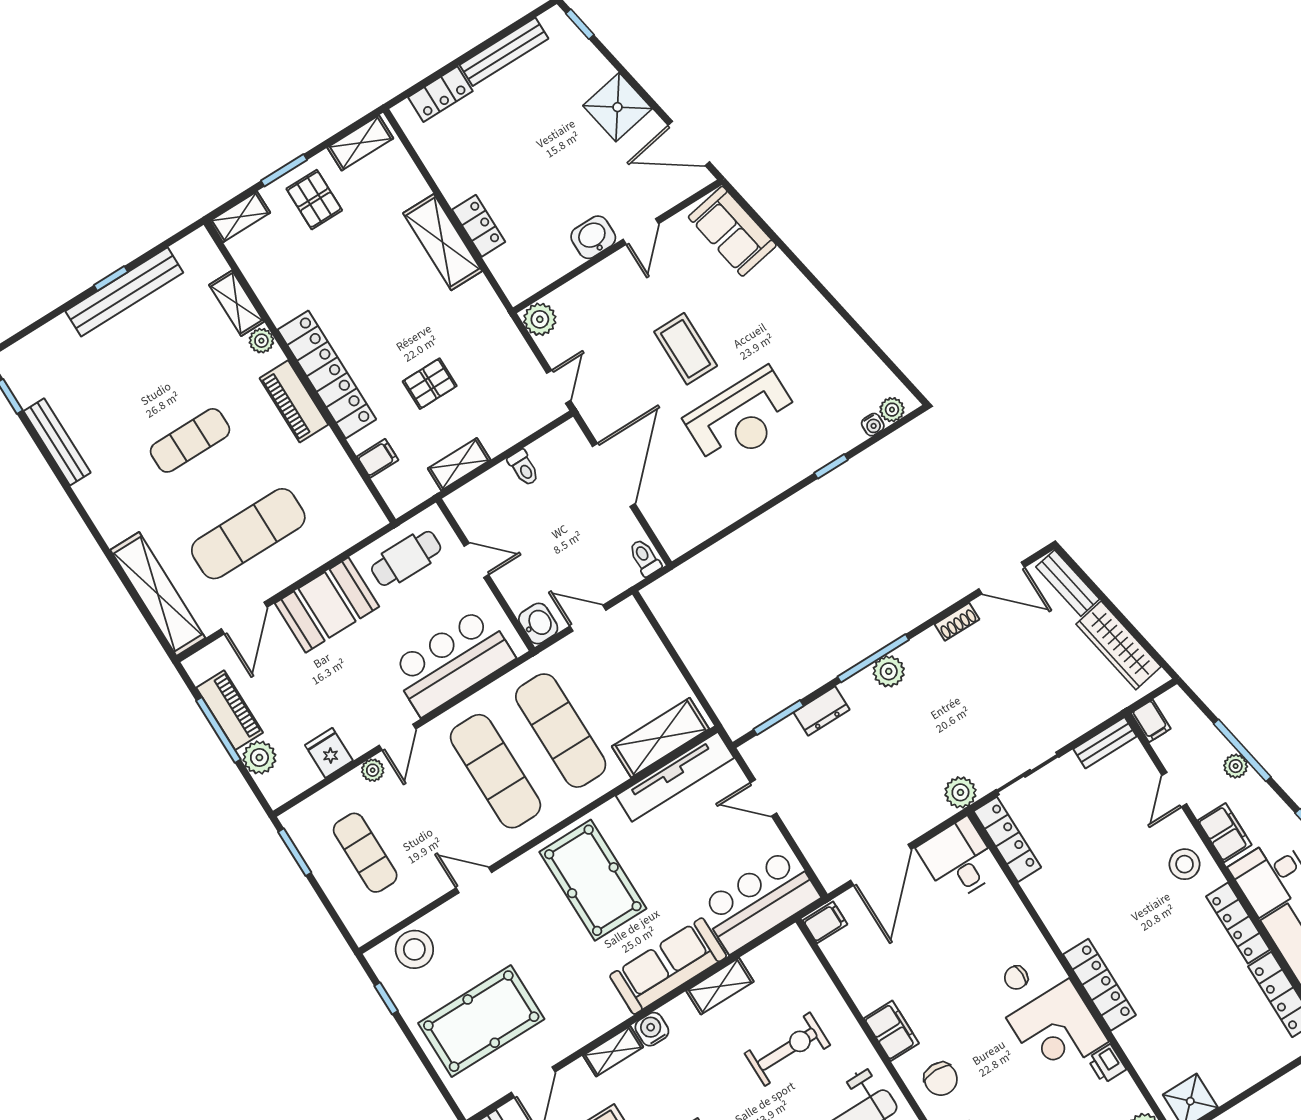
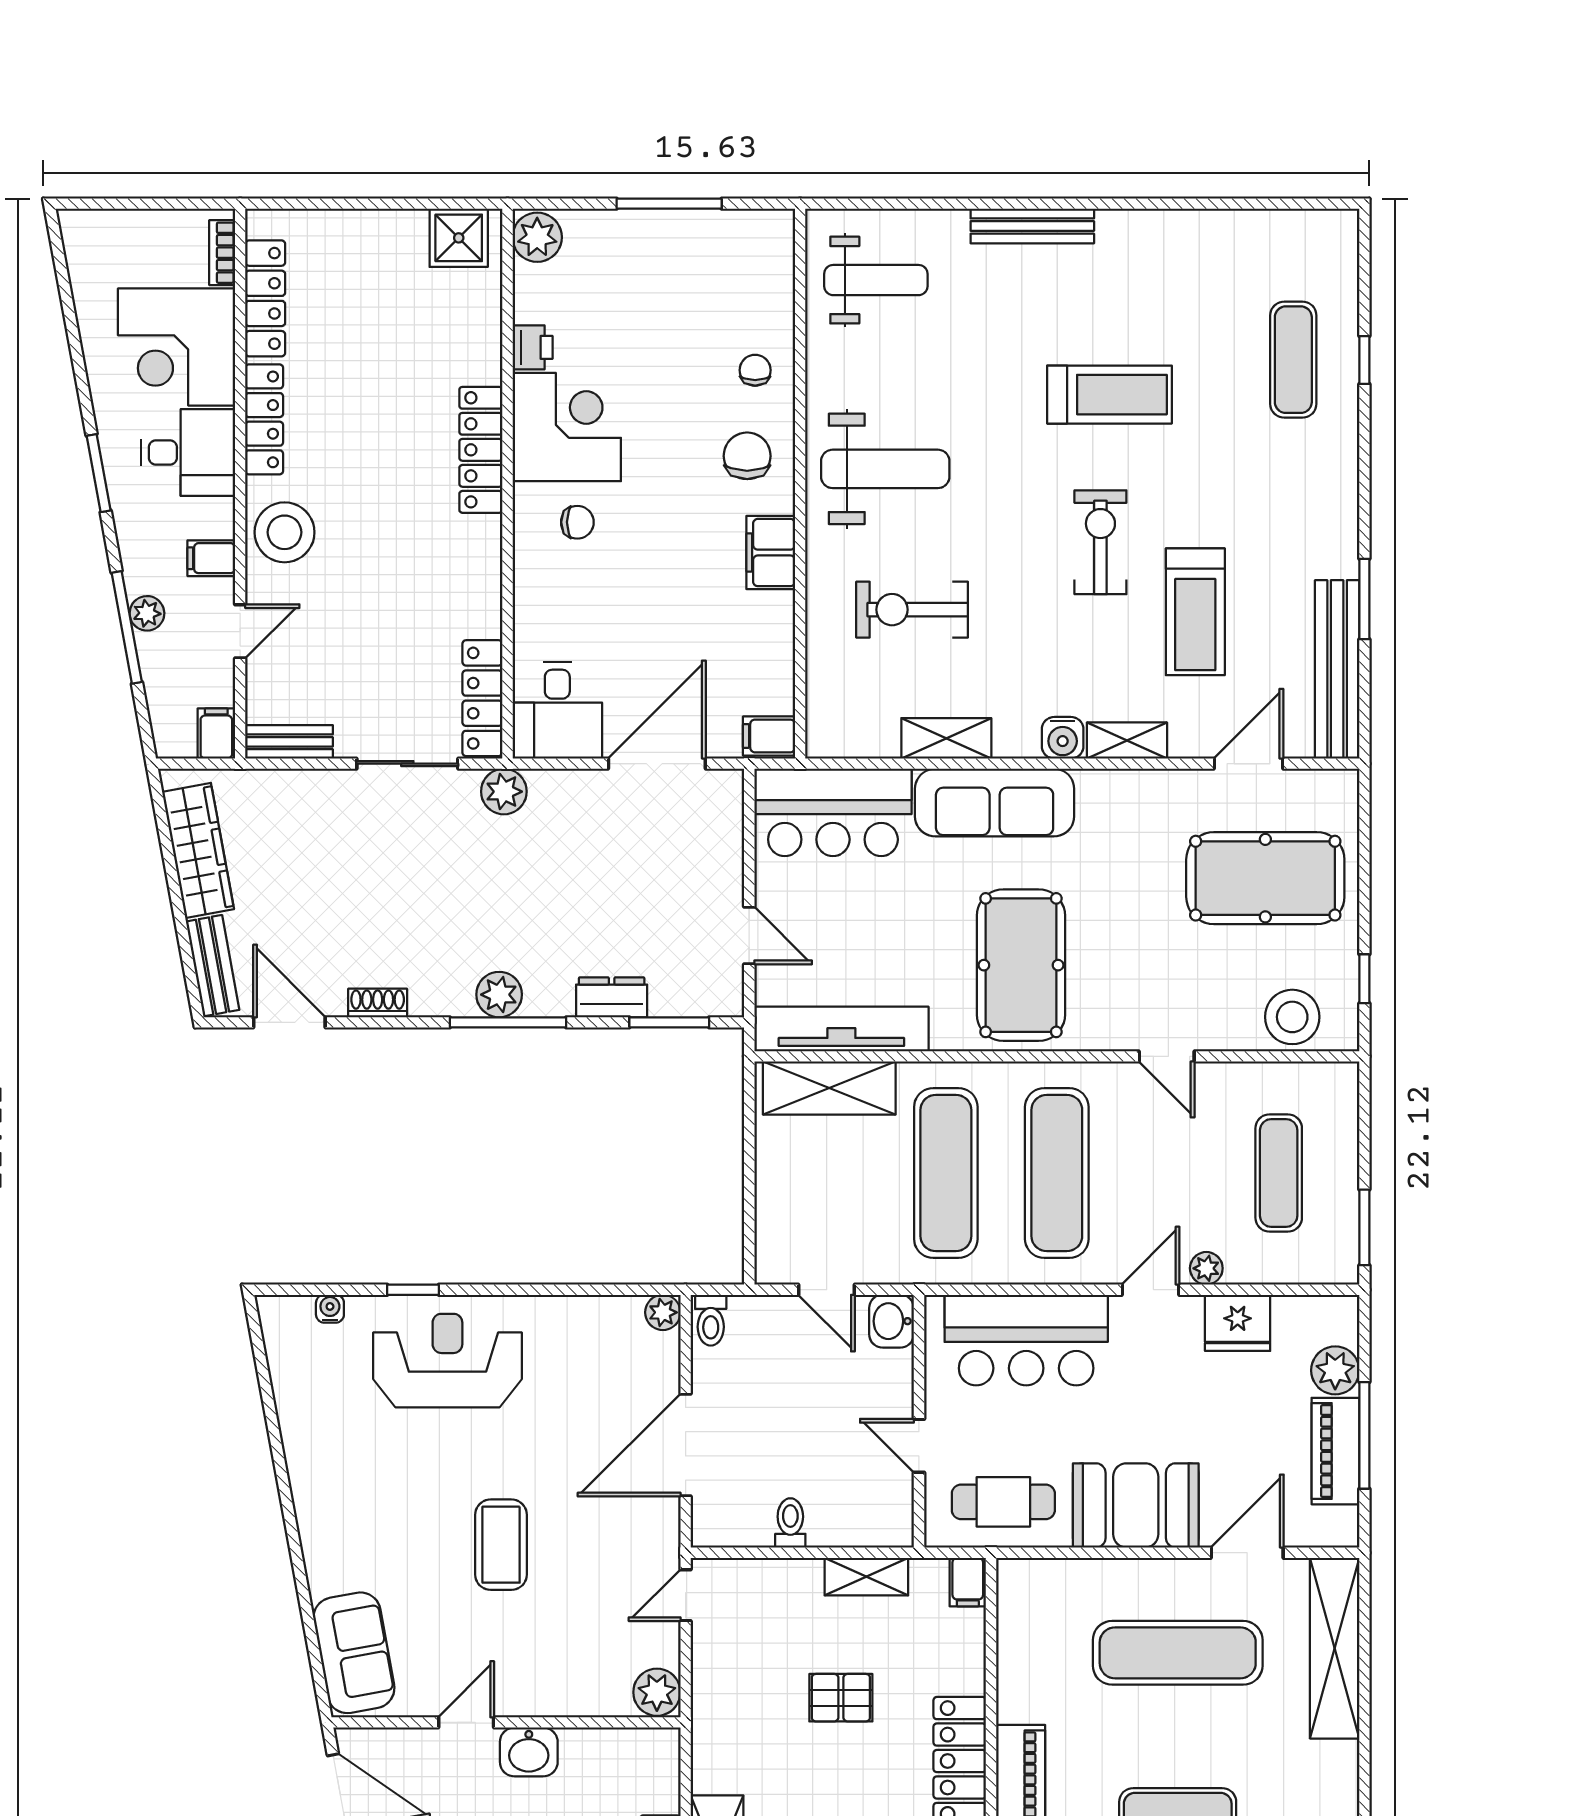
plant: (892, 410) -> (663, 1312), moved
reception desk: (742, 418) -> (447, 1361), moved
filing cabinet: (378, 458) -> (968, 1582), moved, turned -90
fridge: (329, 753) -> (1238, 1323), width x1.38
filing cabinet: (1225, 833) -> (211, 558), width x0.50
stool: (1185, 864) -> (285, 532), width x1.38, depth x1.38

